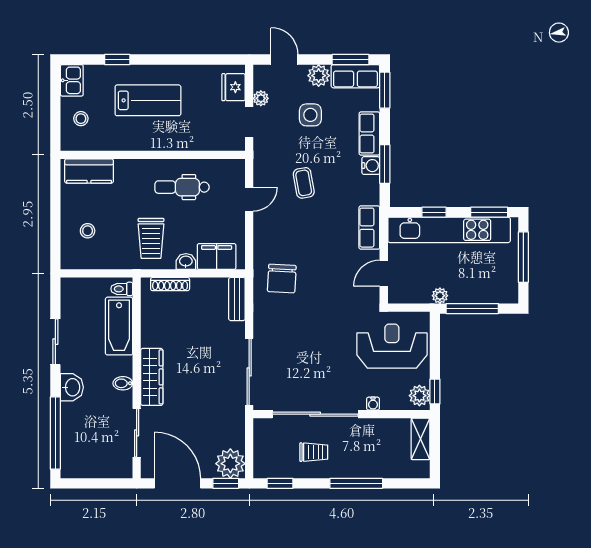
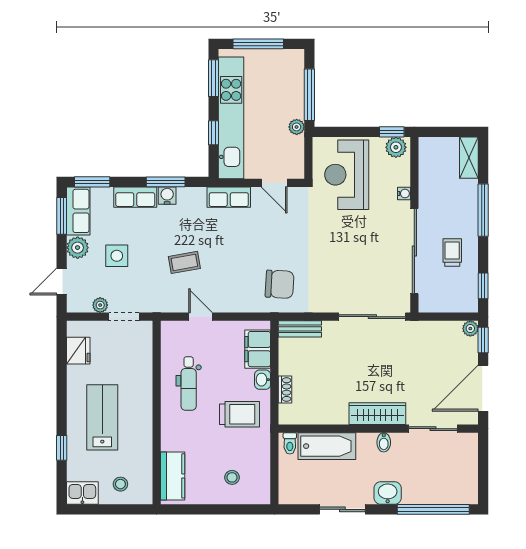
fridge: (233, 87) -> (78, 351), moved, turned -90
shoe rack: (170, 284) -> (285, 390), width x0.70
shelving: (421, 439) -> (469, 158), moved, turned 90
plant: (230, 464) -> (470, 329), width x0.53, depth x0.53

